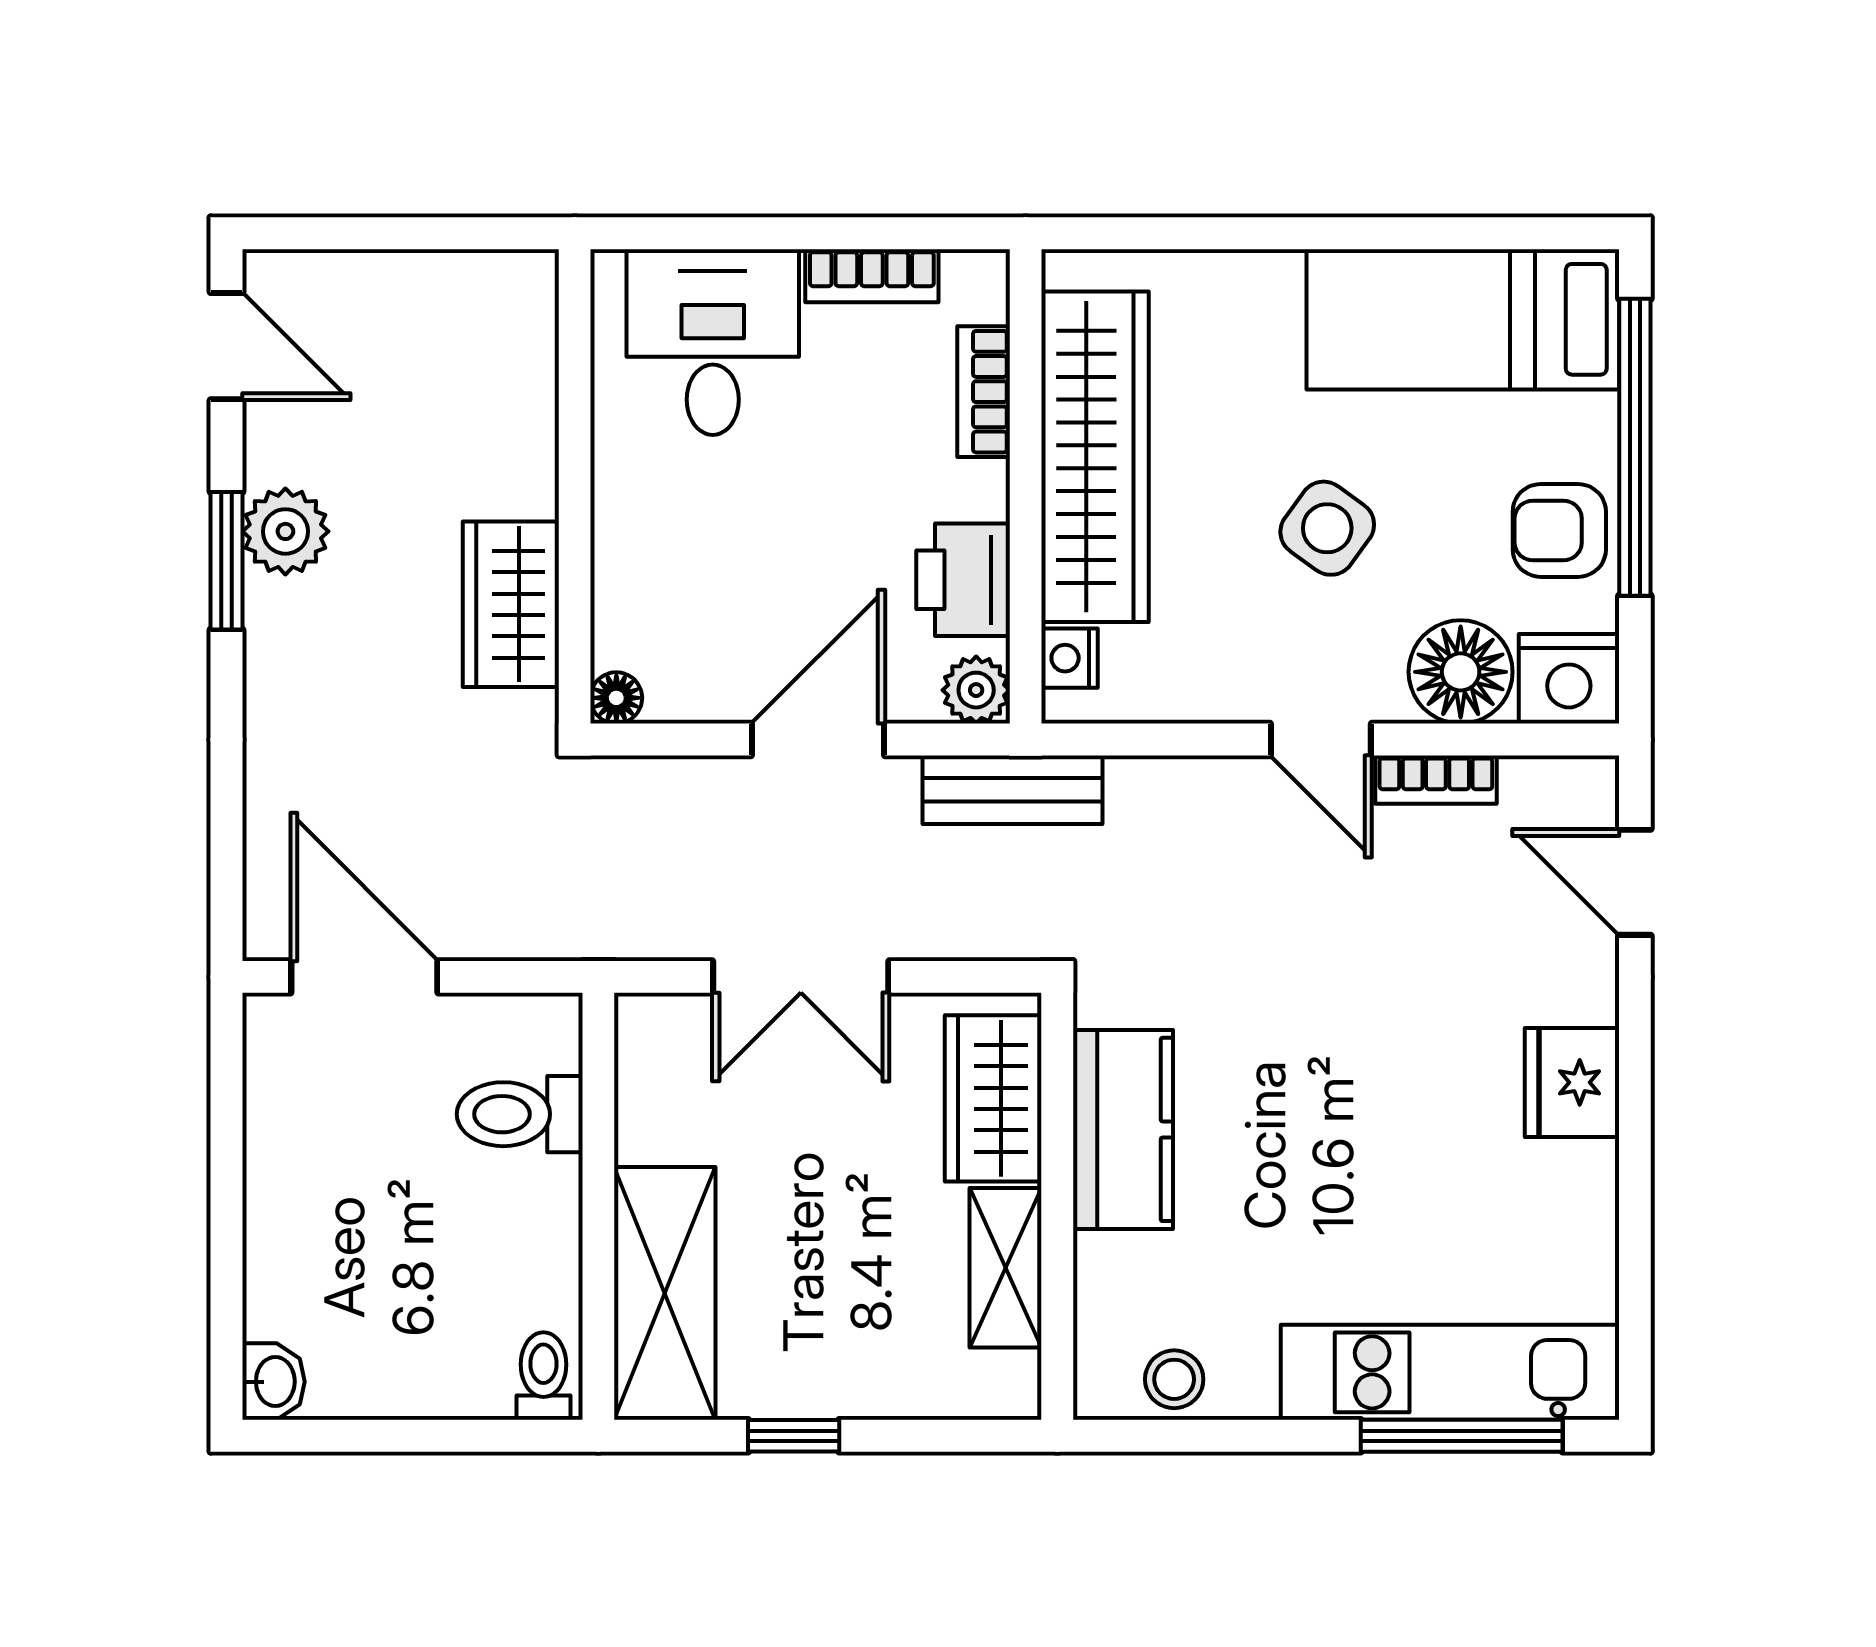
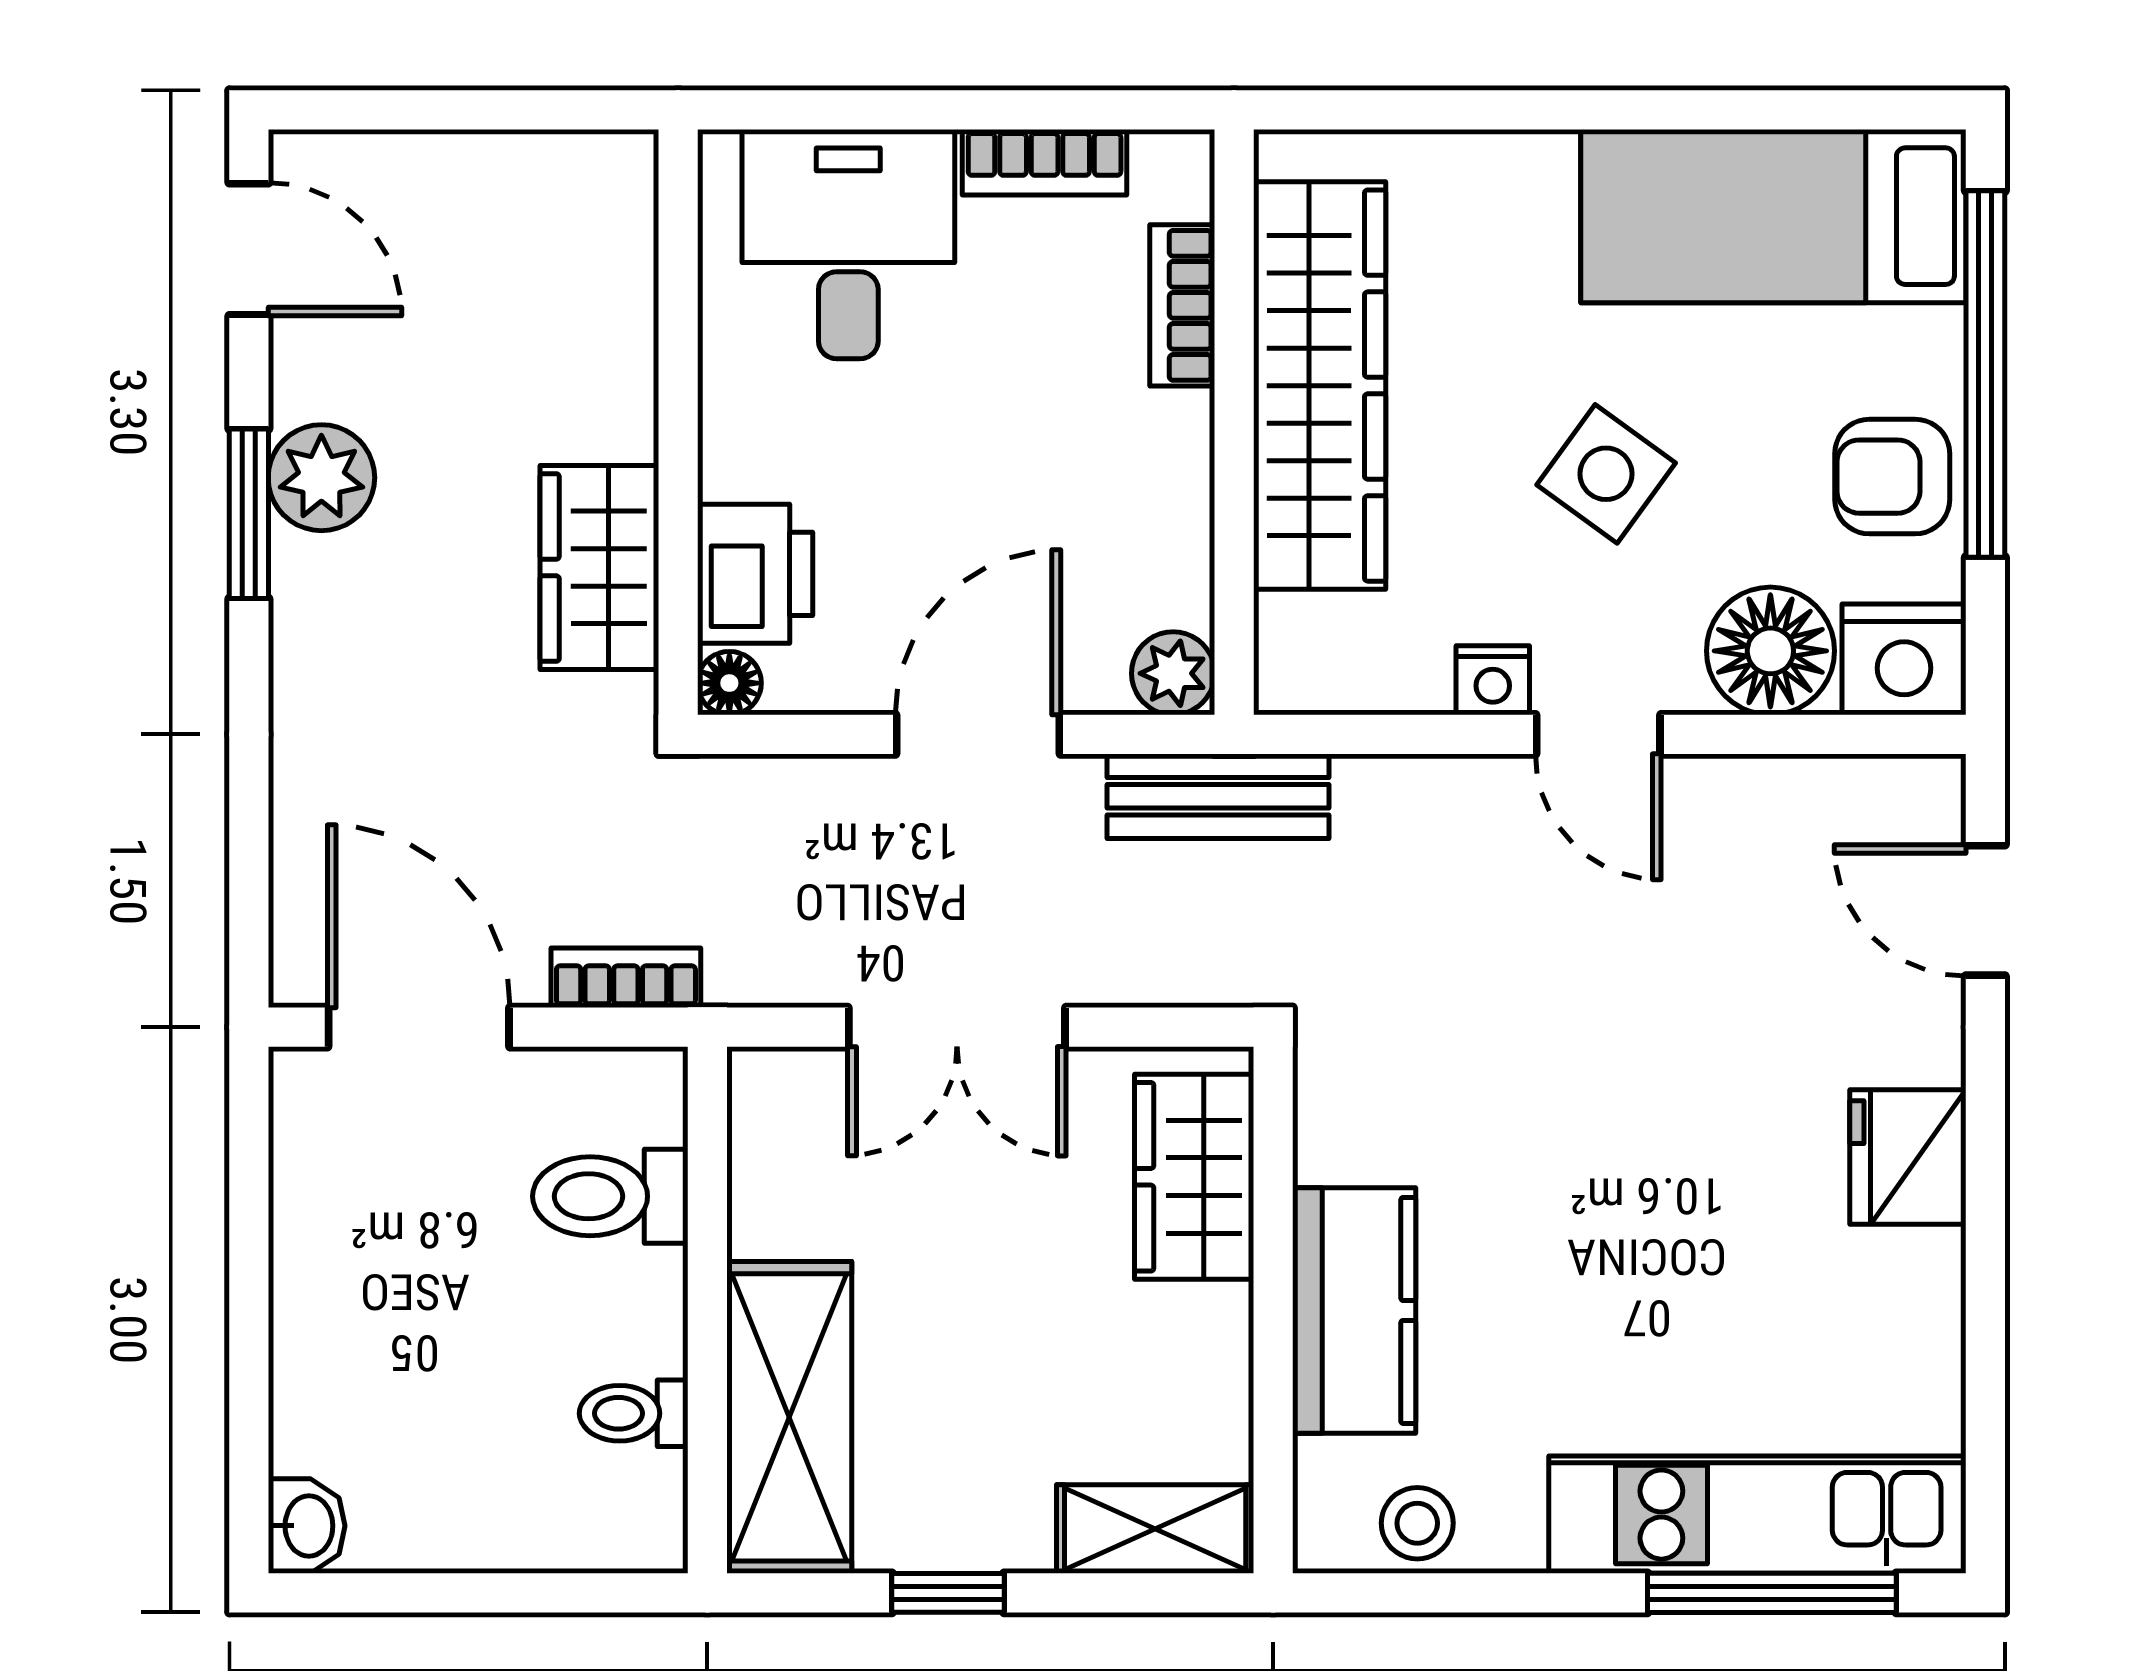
printer: (963, 580) -> (755, 574), moved, turned 180
nightstand: (1070, 658) -> (1493, 680), moved, turned -90
bookcase: (1436, 780) -> (626, 978), moved, turned 180
kitchen counter: (1123, 1129) -> (1354, 1310), moved
shelving: (1006, 1268) -> (1155, 1529), moved, turned 90
toilet: (543, 1376) -> (634, 1413), moved, turned -90

